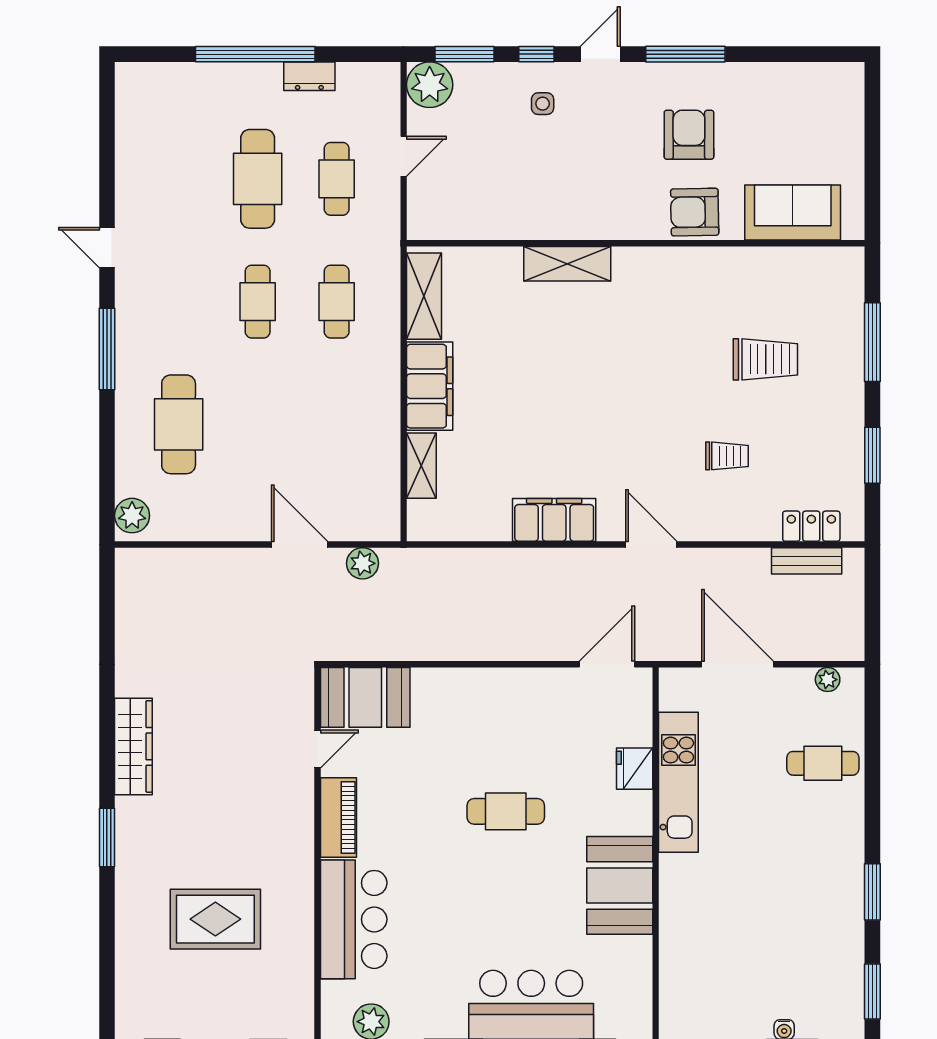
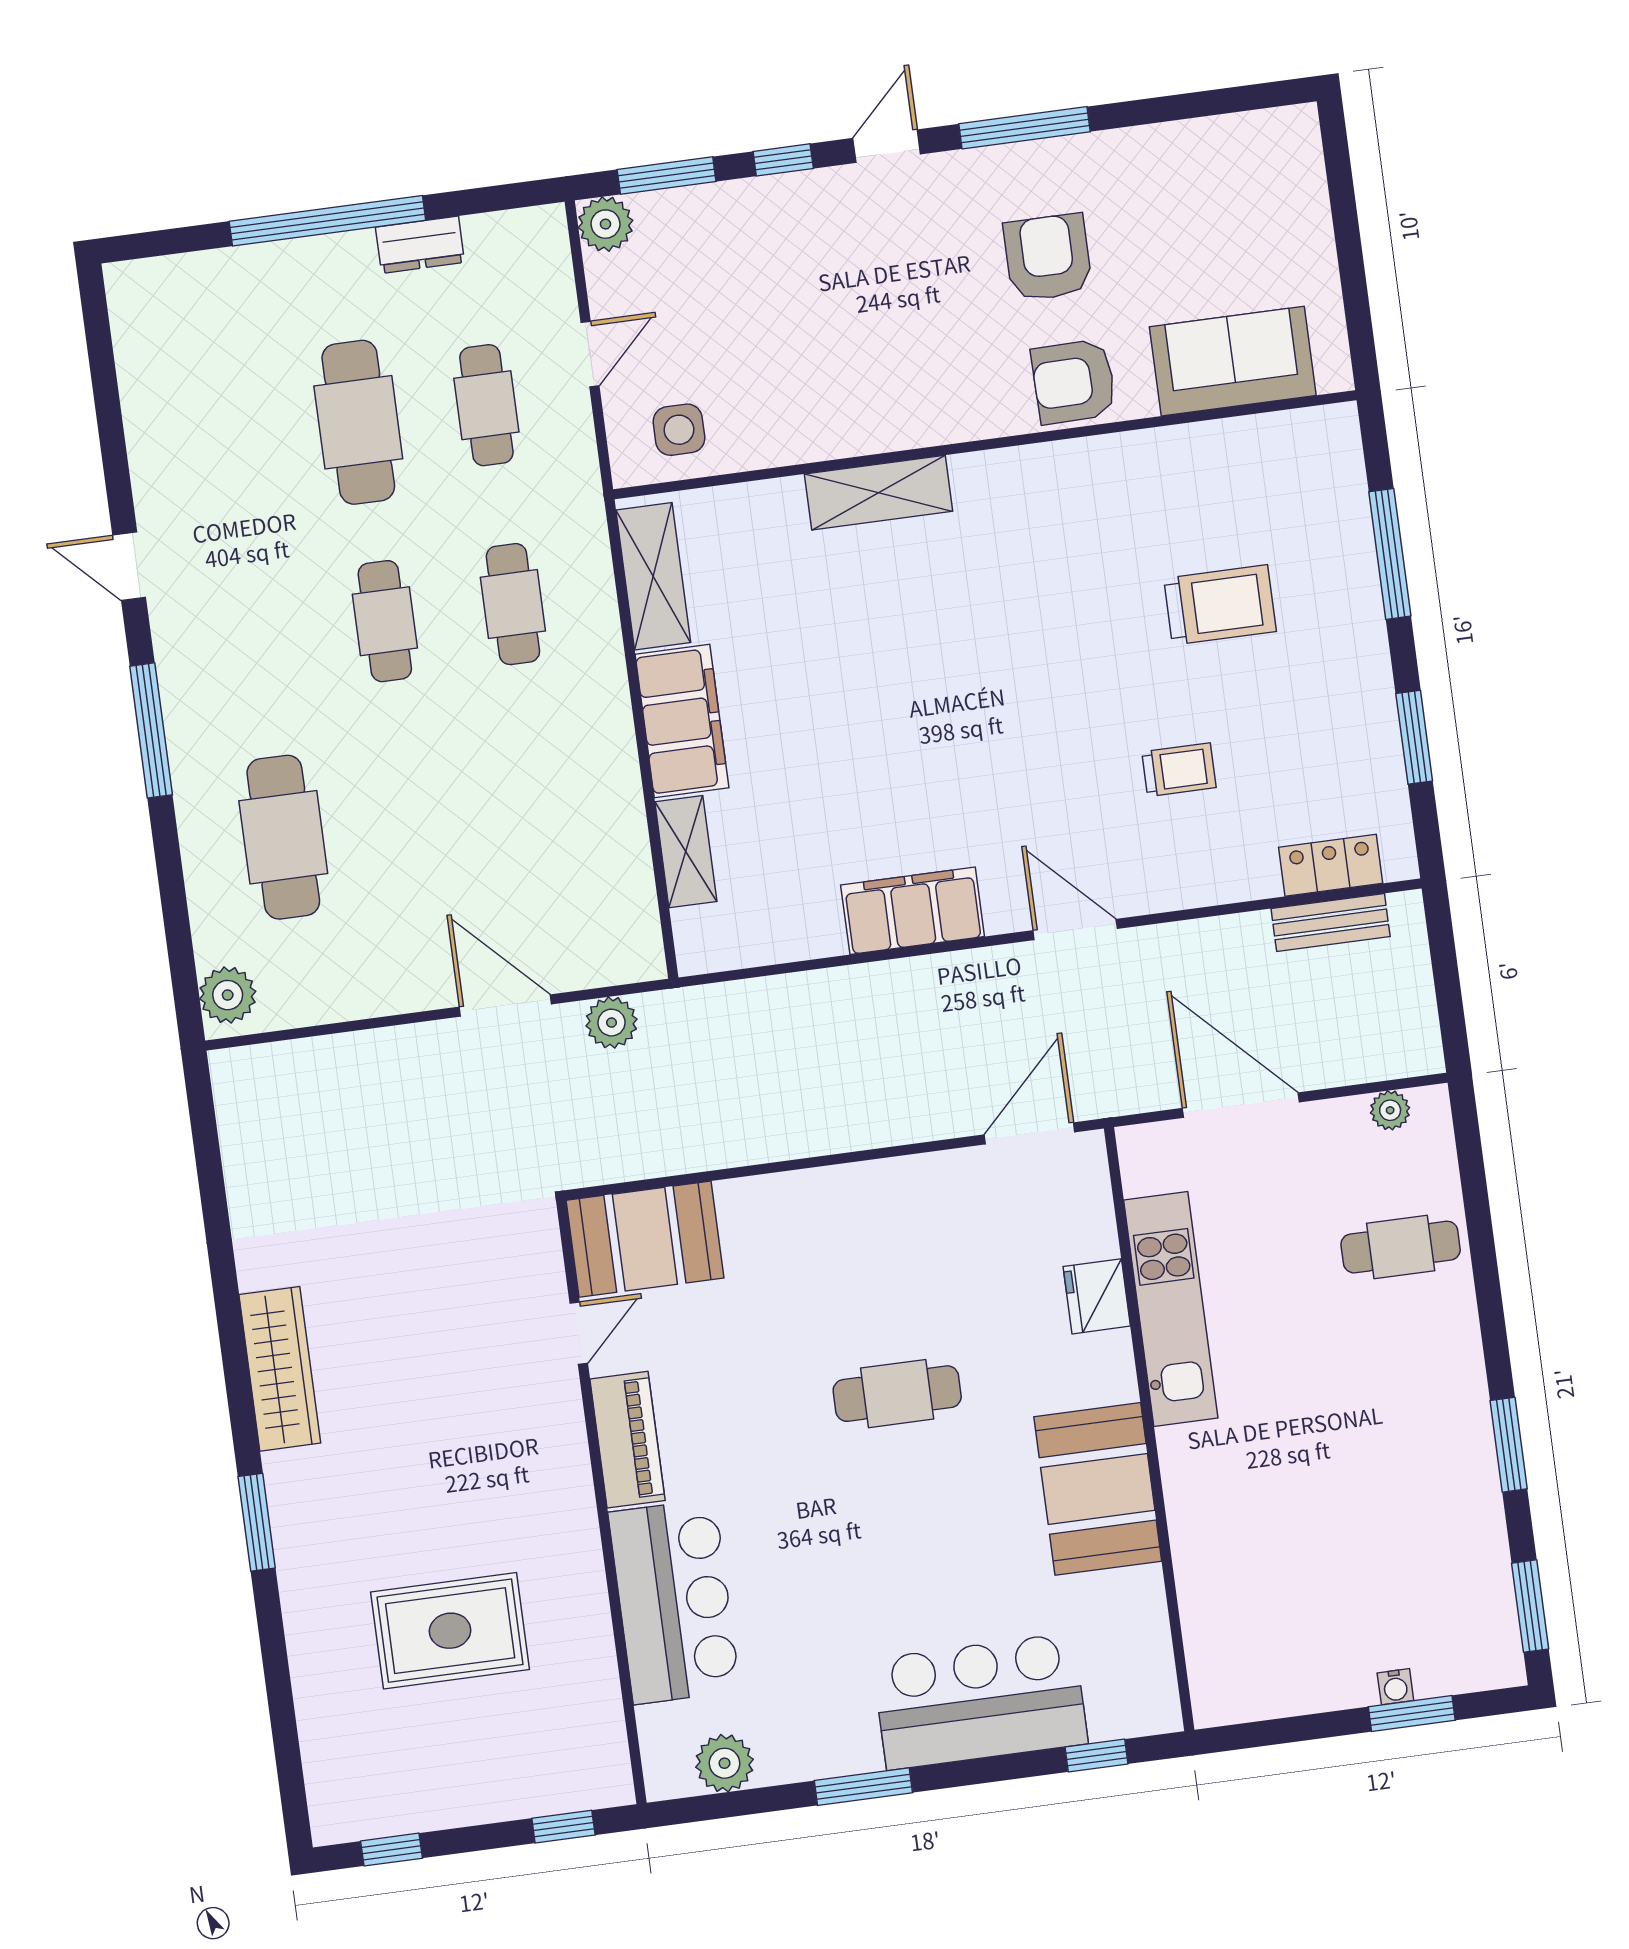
plant: (430, 85) -> (605, 224), width x0.73, depth x0.73
side table: (543, 104) -> (679, 430), moved, width x1.37, depth x1.37

